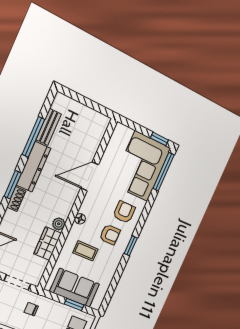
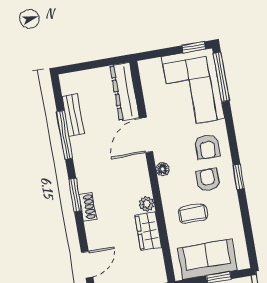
dresser: (34, 167) -> (125, 92), moved, turned 180
armchair: (124, 212) -> (207, 147), turned 180
floor lamp: (80, 219) -> (162, 169), moved
armchair: (110, 235) -> (208, 180), turned -90

